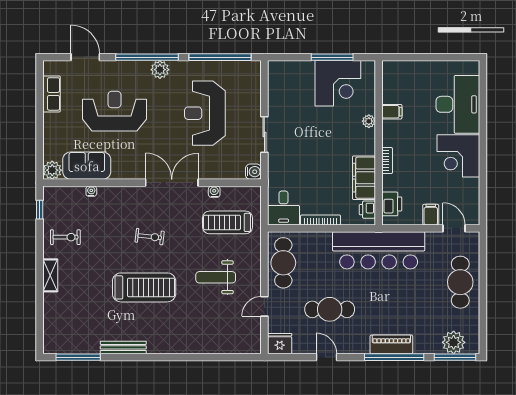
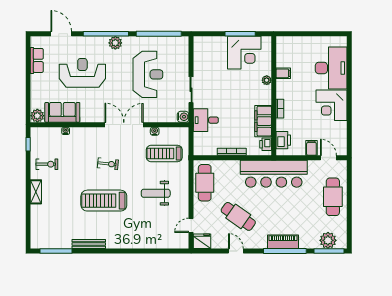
reception desk: (205, 113) -> (148, 74), turned 180
desk: (284, 208) -> (206, 120), moved, turned 90
treadmill: (144, 287) -> (104, 201), turned 180
door: (264, 306) -> (191, 225), moved
cafe table: (330, 309) -> (238, 216), turned 35

